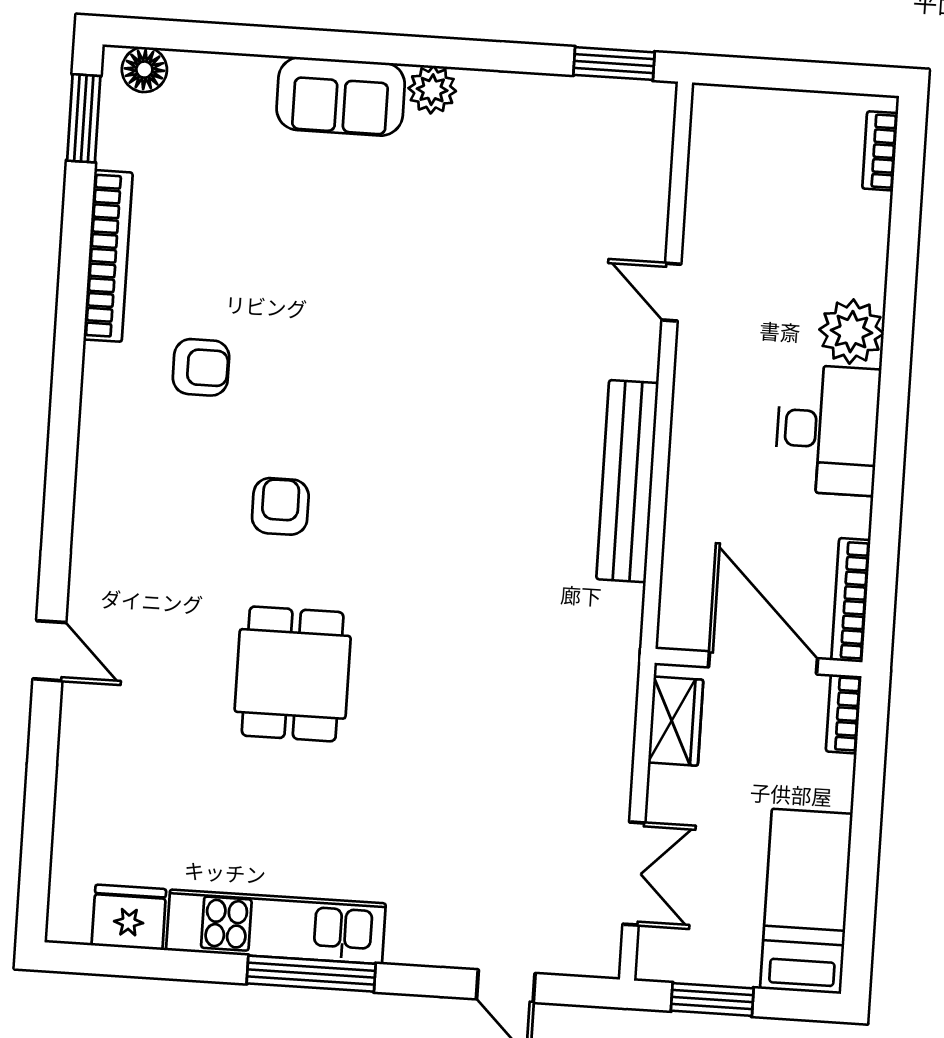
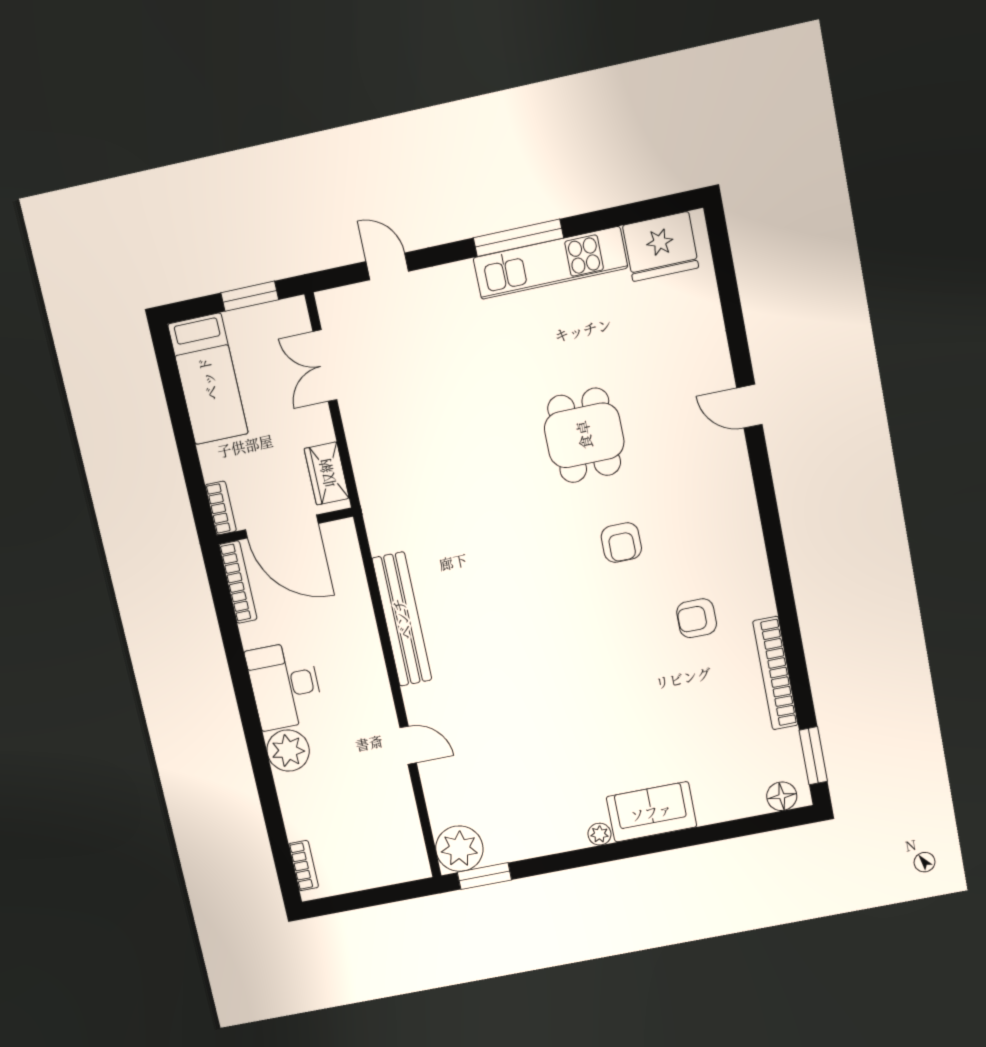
plant: (432, 90) -> (599, 834), width x0.73, depth x0.73
plant: (640, 115) -> (459, 849), added
fridge: (129, 917) -> (661, 247), width x1.36, depth x1.34

